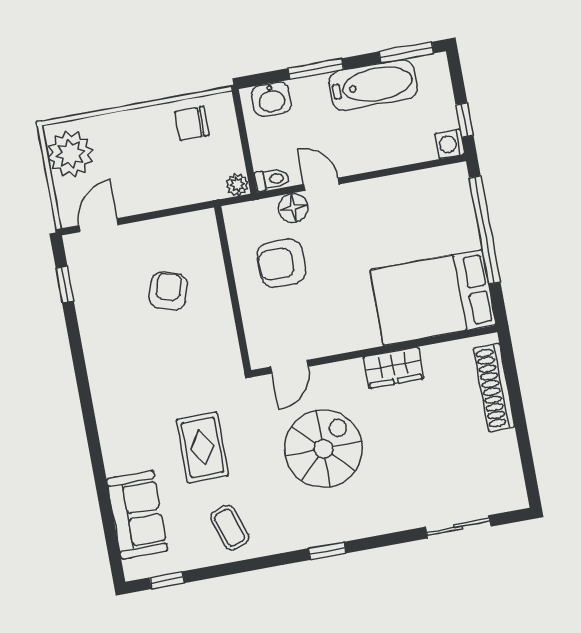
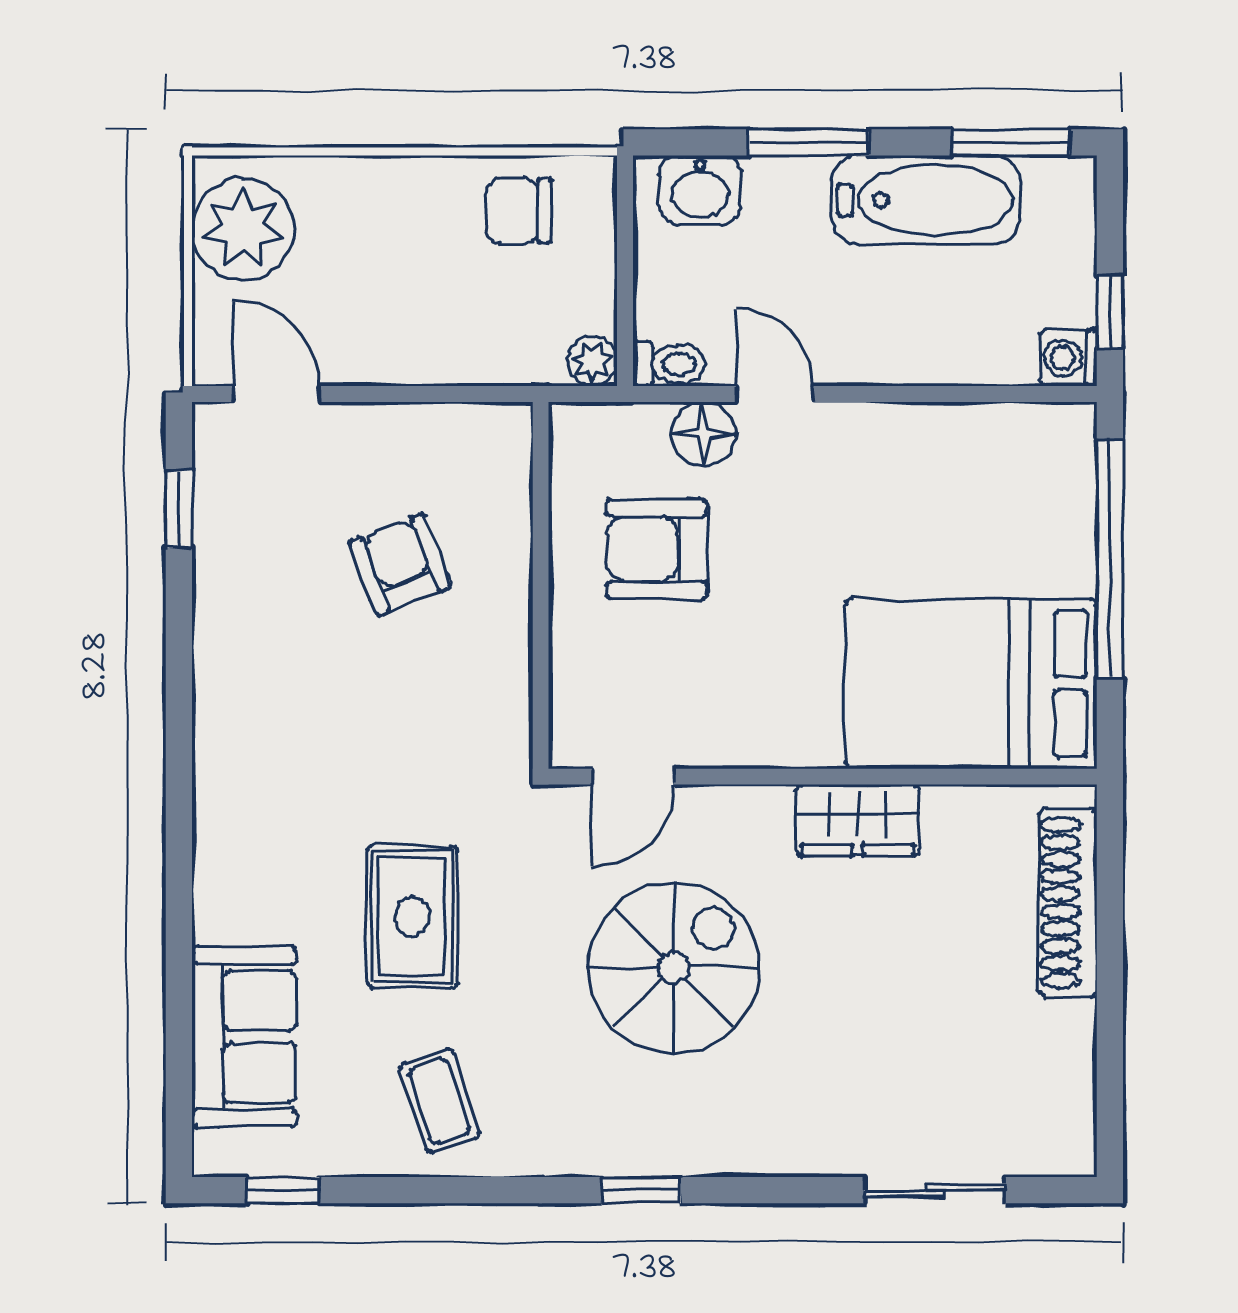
door: (99, 225) -> (276, 394), hinge flipped
armchair: (168, 291) -> (400, 565), turned -38

